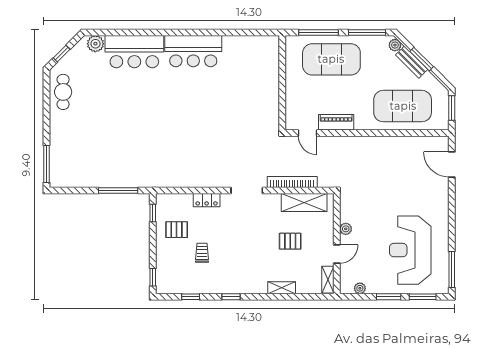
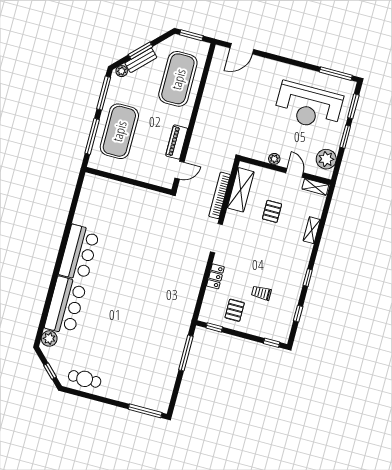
plant: (360, 288) -> (326, 159), width x1.88, depth x1.88

